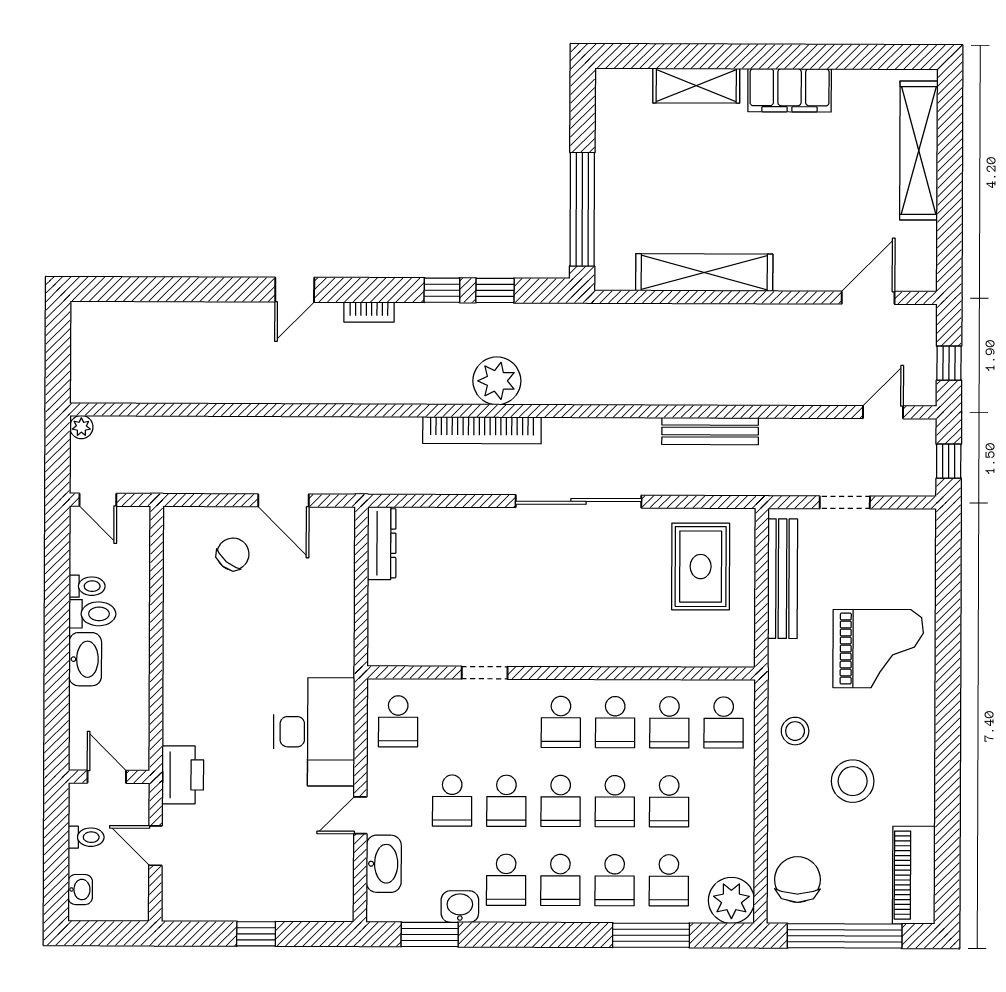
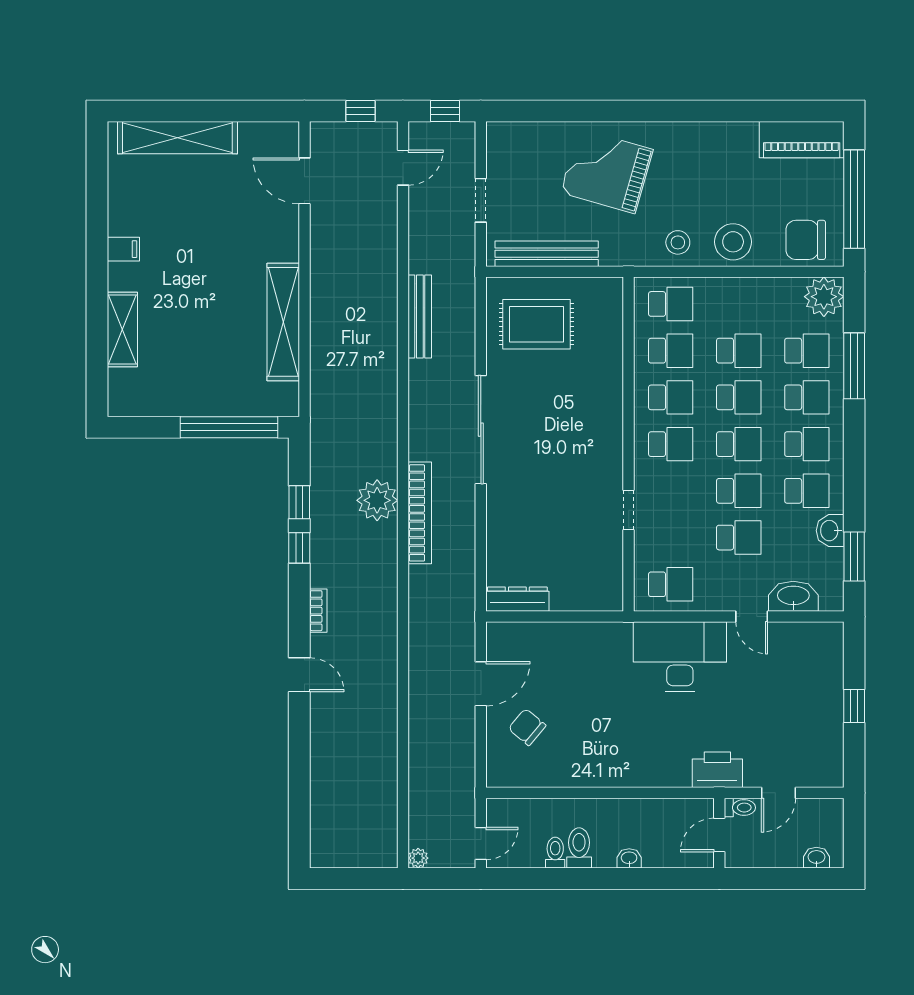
filing cabinet: (790, 90) -> (123, 249), width x0.33, depth x0.86
door: (883, 412) -> (403, 168), swing flipped
grand piano: (878, 649) -> (607, 171), turned -74
washbasin: (85, 659) -> (629, 858), width x0.52, depth x0.69
stool: (853, 781) -> (733, 242), moved
toilet: (86, 837) -> (740, 808), moved, turned 90

